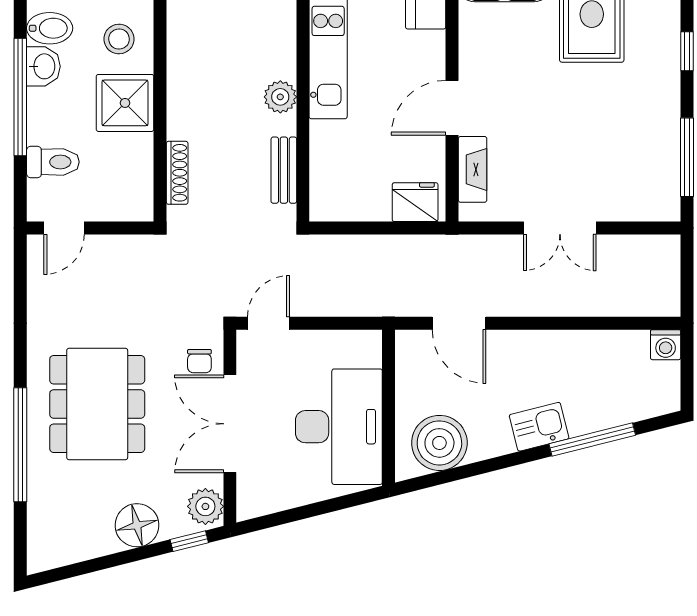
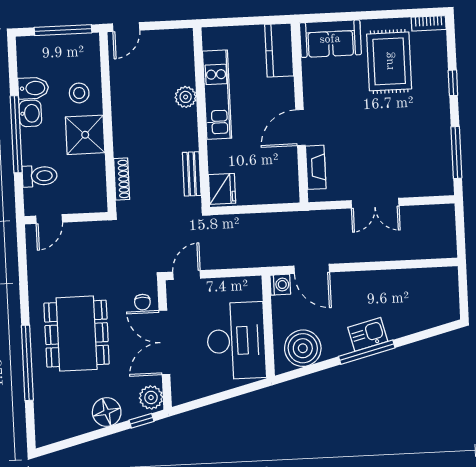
plant: (280, 97) -> (186, 97), moved
fridge: (415, 202) -> (222, 189), moved, turned 90
washing machine: (666, 345) -> (280, 285), moved, turned -90
window: (592, 440) -> (367, 352), moved

